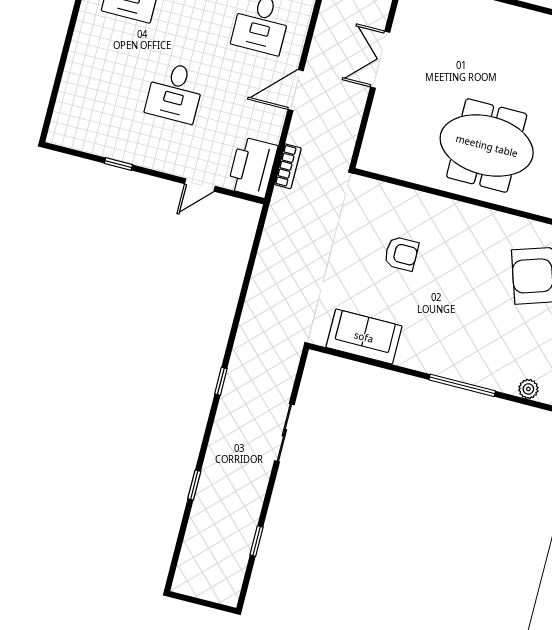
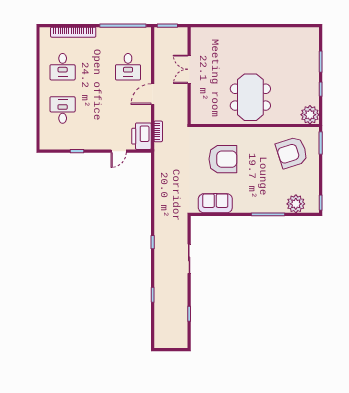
desk: (175, 92) -> (63, 110), moved, turned 180
meeting table: (487, 146) -> (250, 97), turned 90
armchair: (401, 254) -> (223, 159), width x1.88, depth x1.88
plant: (528, 389) -> (296, 204), width x1.87, depth x1.87

